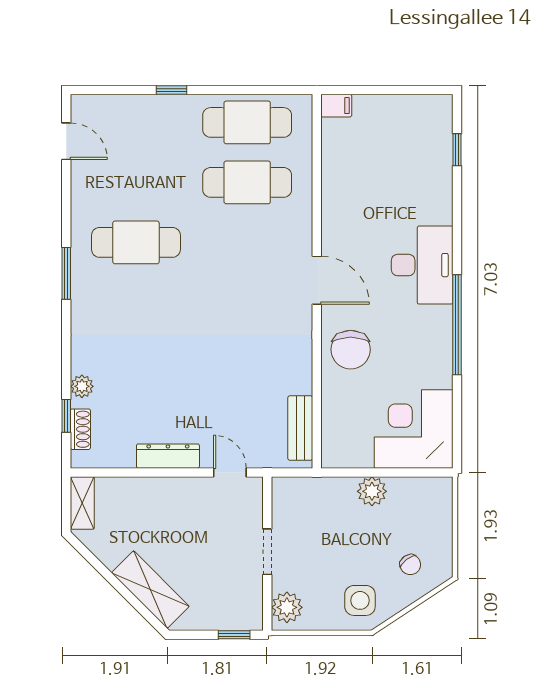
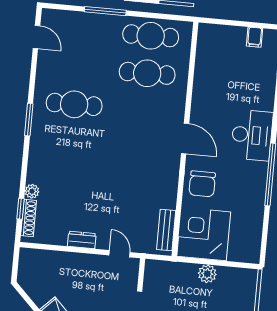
window: (172, 90) -> (105, 11), width x2.17
filing cabinet: (336, 106) -> (255, 37), moved, turned 90
shoe rack: (80, 429) -> (29, 218), width x1.43
corner desk: (414, 429) -> (204, 234), moved
dresser: (168, 456) -> (82, 240), width x0.70
shelving: (82, 503) -> (25, 264), removed

